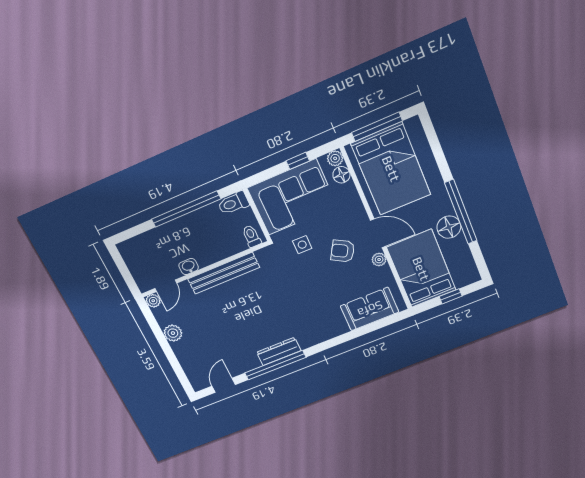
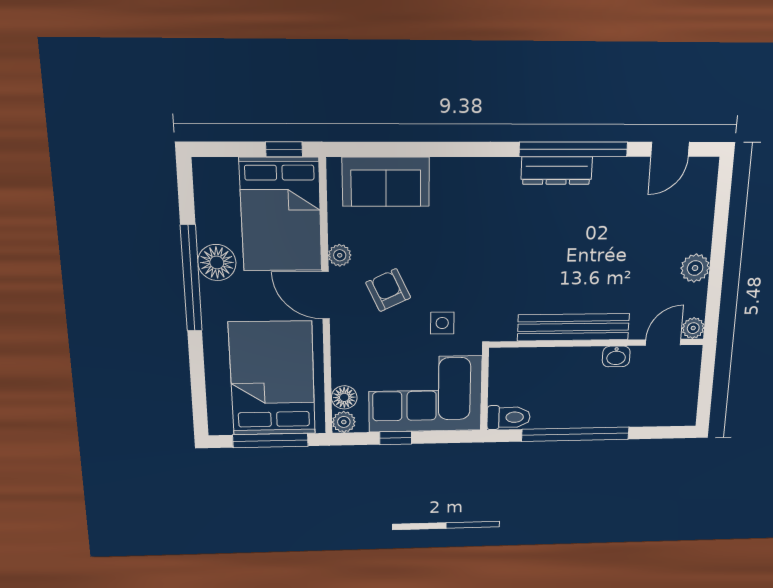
toilet: (251, 236) -> (507, 364), removed
armchair: (343, 251) -> (388, 290), turned -145
window: (451, 296) -> (284, 149), moved

